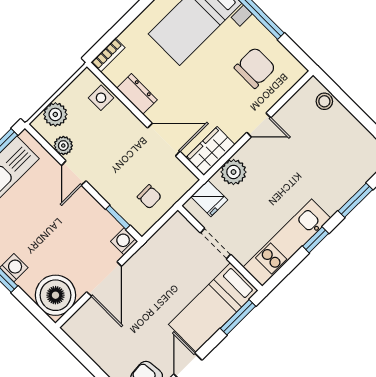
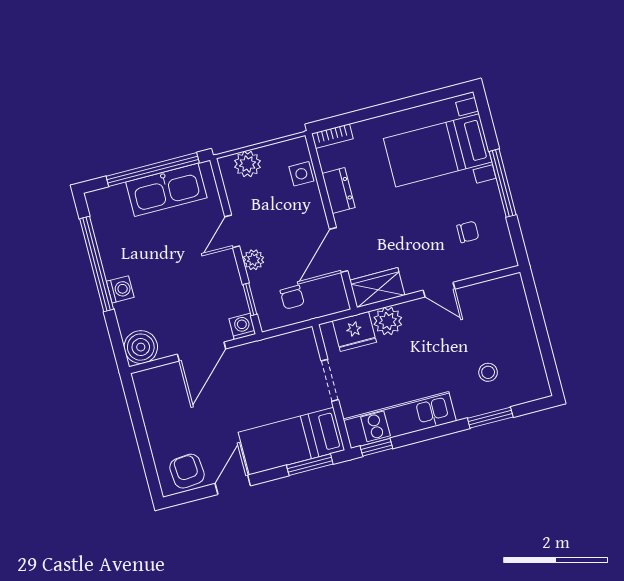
chair: (255, 68) -> (468, 232), width x0.54, depth x0.54
stool: (324, 101) -> (488, 372), moved
door: (164, 140) -> (339, 250), swing flipped
plant: (63, 146) -> (254, 260), moved
fridge: (209, 198) -> (354, 332), width x1.38
window: (316, 240) -> (376, 447), moved
boiler: (55, 295) -> (141, 347), width x0.73, depth x0.73

